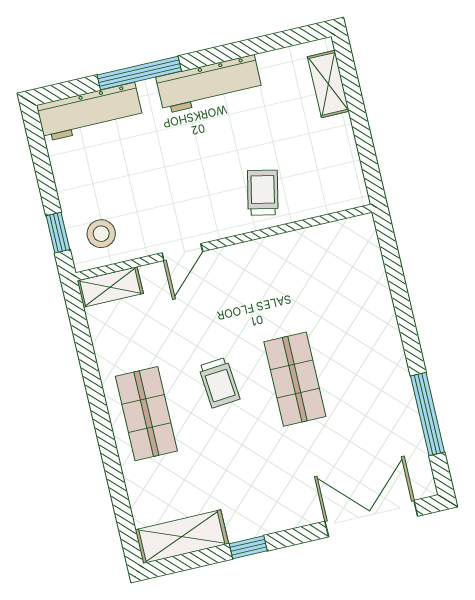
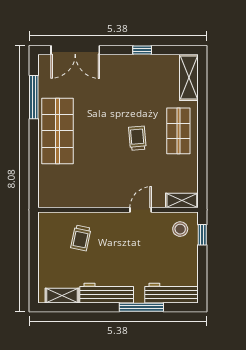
shelving: (328, 84) -> (62, 296), moved, turned 90
trolley: (263, 193) -> (81, 238), moved
shop shelf: (295, 379) -> (58, 131), moved, width x1.43, depth x1.36
shelving: (182, 537) -> (189, 78), moved, turned 90

